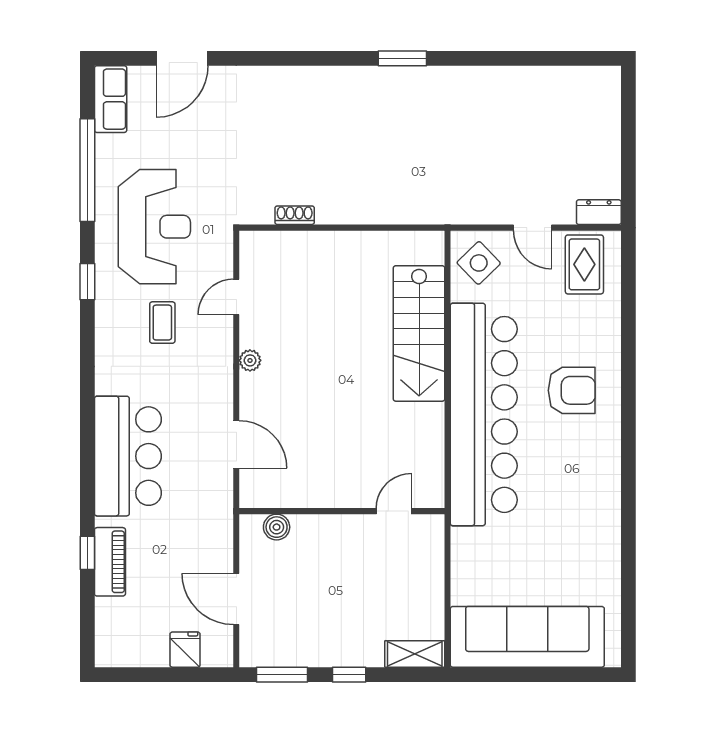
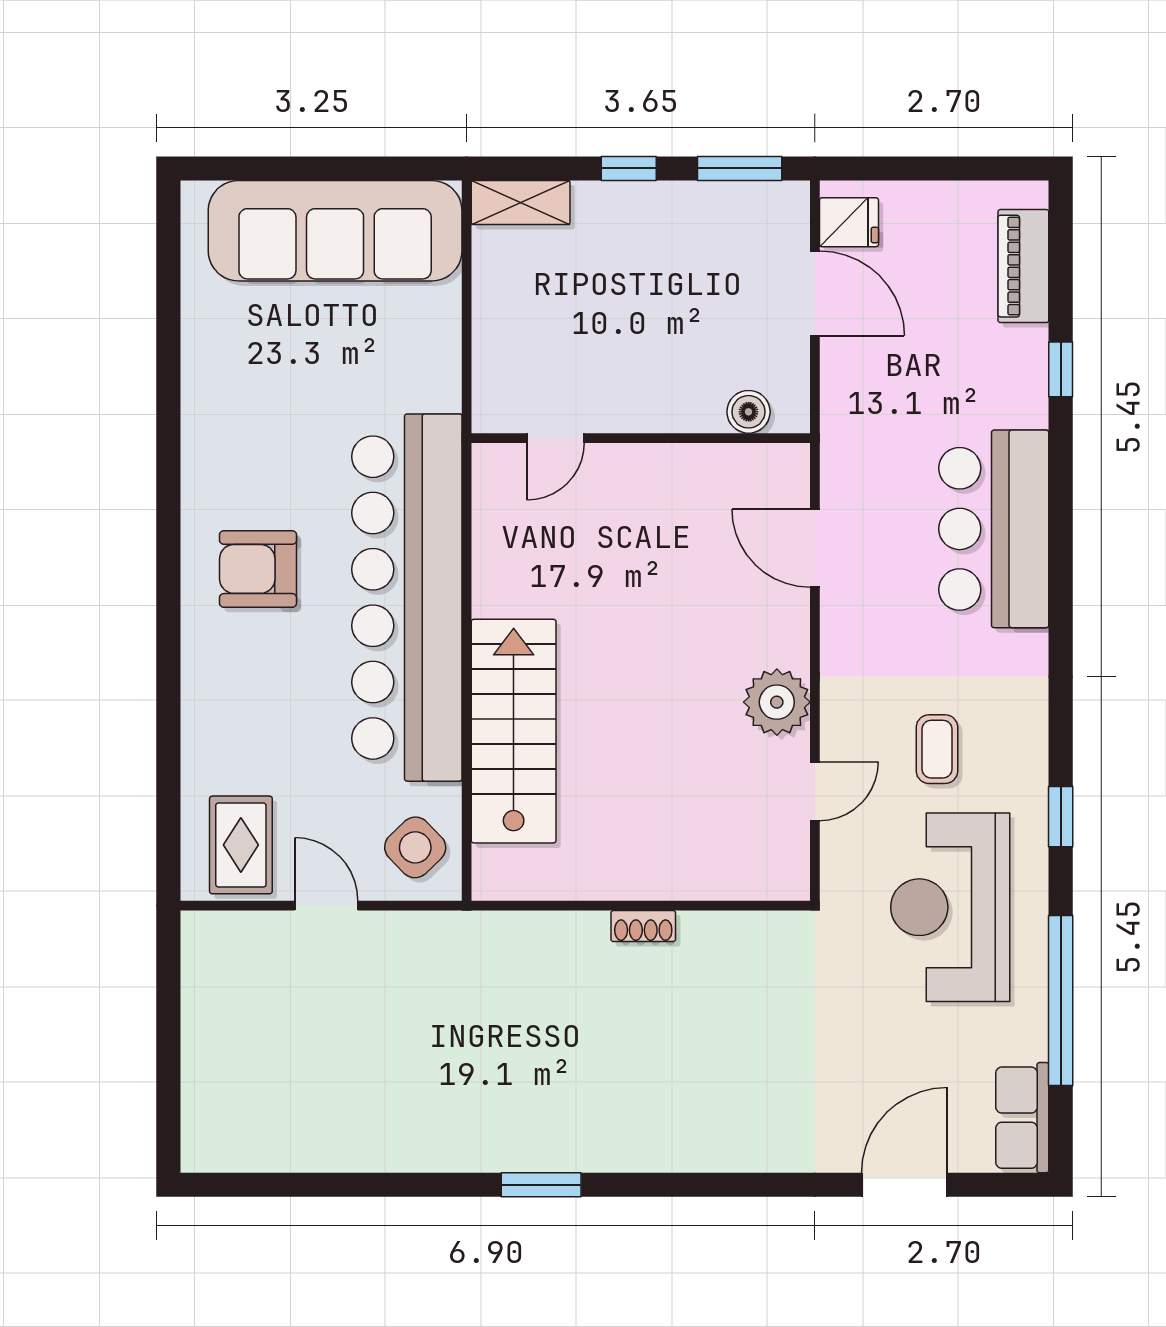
dresser: (599, 212) -> (217, 931), removed
shoe rack: (295, 215) -> (643, 926), moved
plant: (250, 360) -> (777, 702), width x1.87, depth x1.87
armchair: (572, 390) -> (258, 569), moved
piano: (110, 562) -> (1023, 266), moved
fridge: (185, 650) -> (849, 222), moved, turned -90

